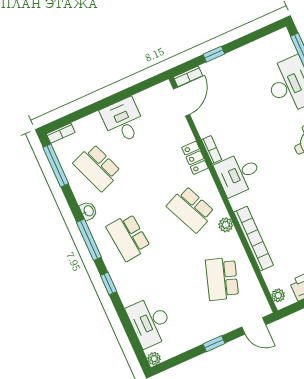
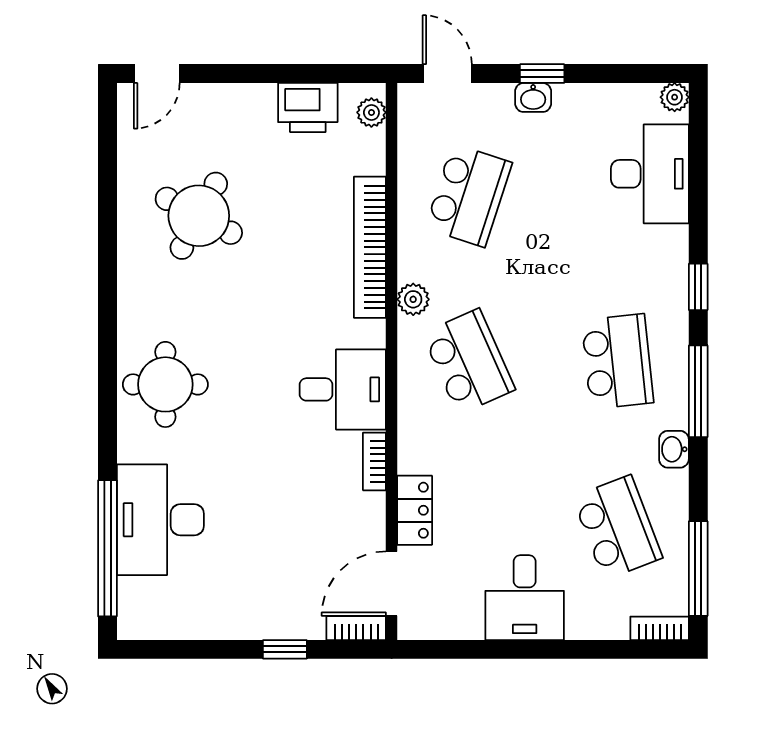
locker: (195, 158) -> (415, 510), moved
washbasin: (213, 332) -> (533, 97), added

